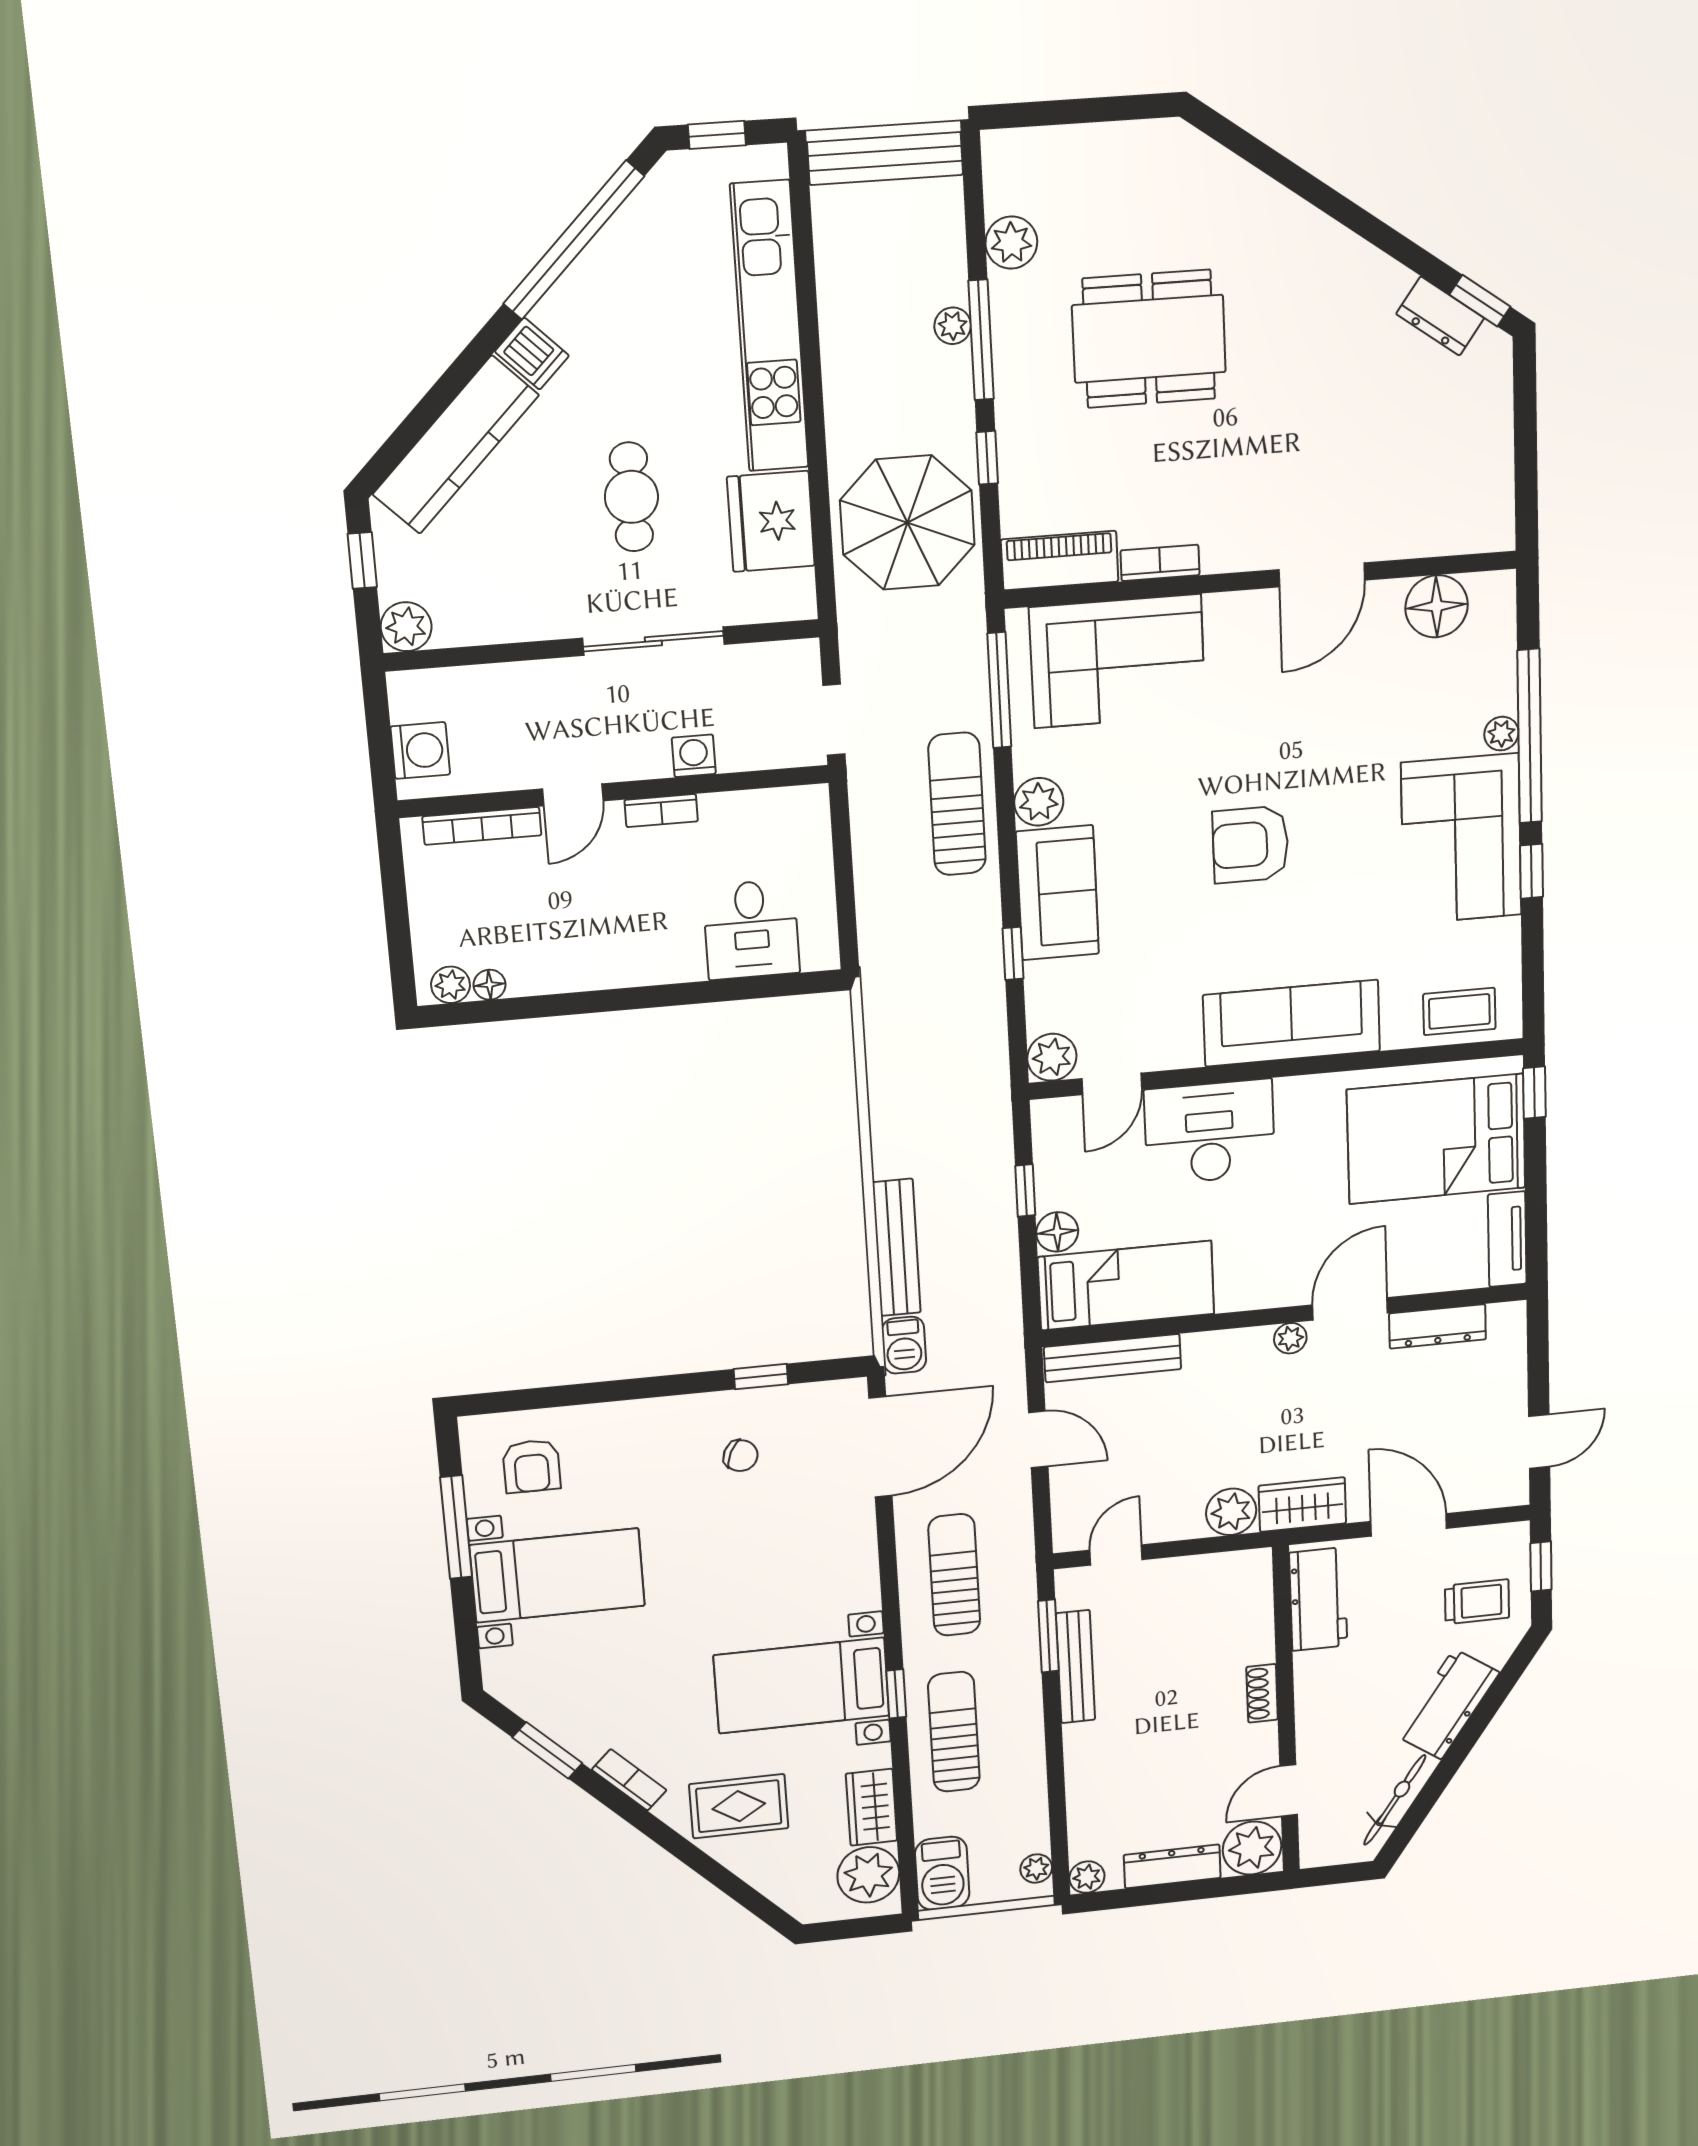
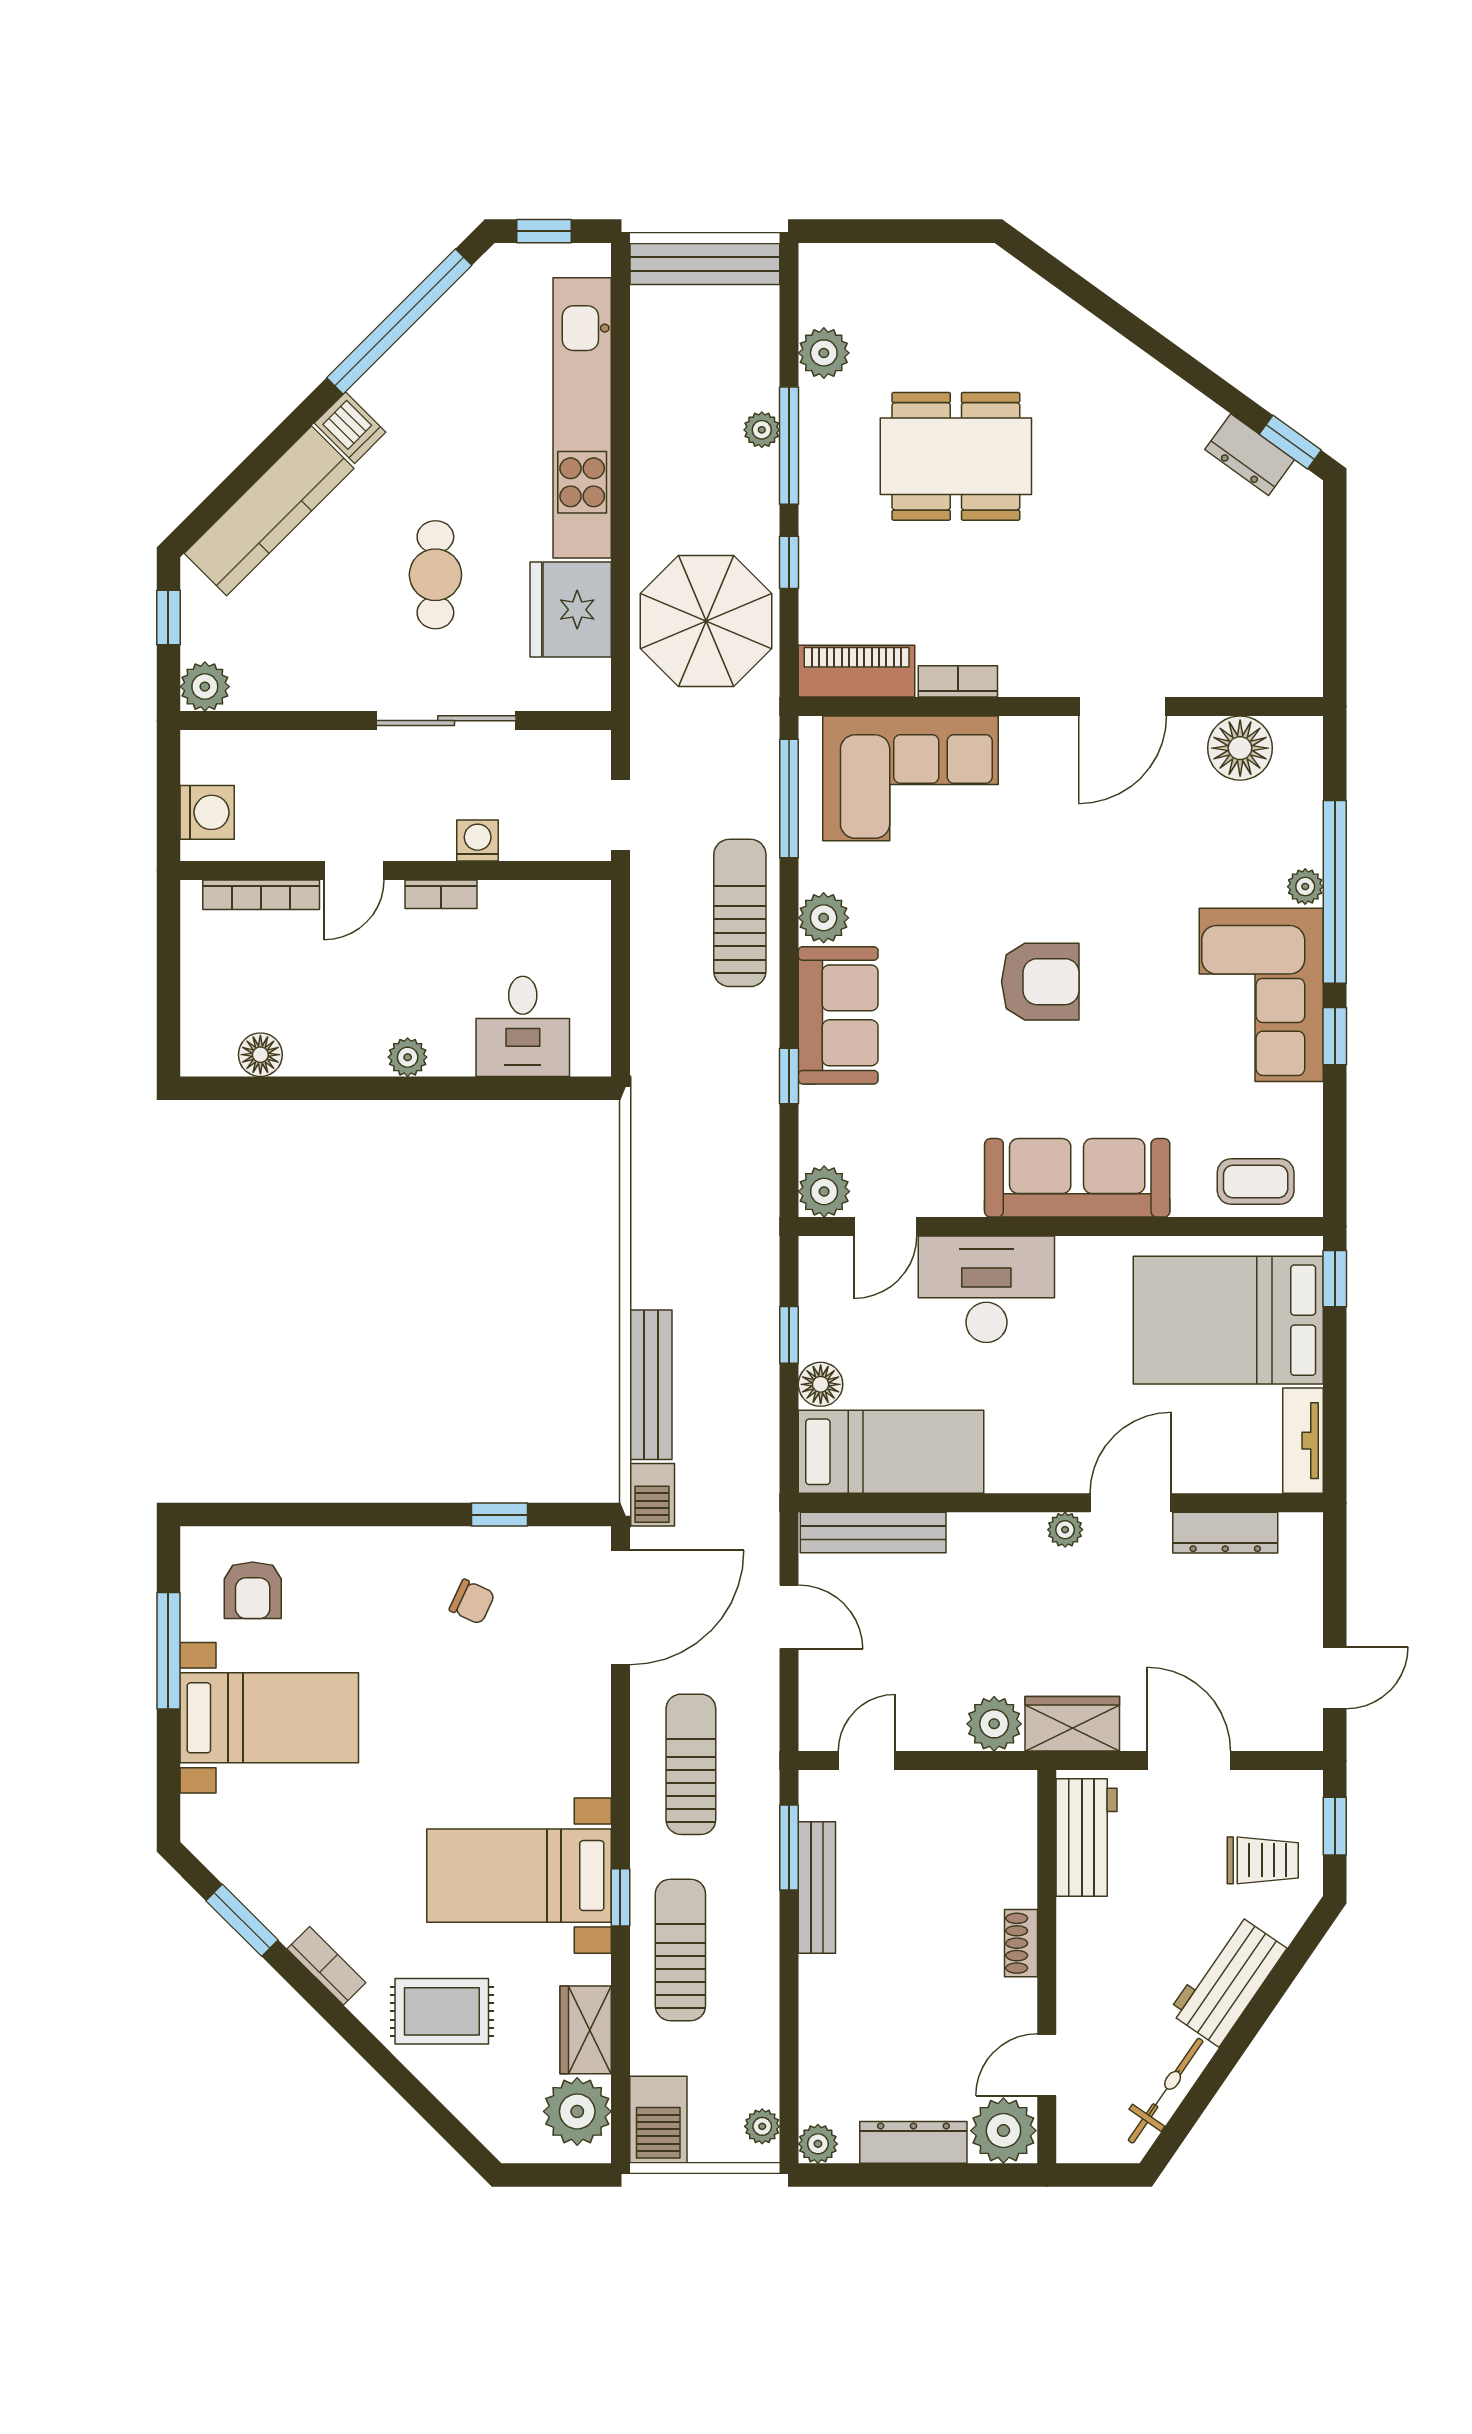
armchair: (1250, 845) -> (1040, 982), turned 180
plant: (451, 985) -> (408, 1057), moved
floor lamp: (490, 985) -> (260, 1055), width x1.37, depth x1.37

